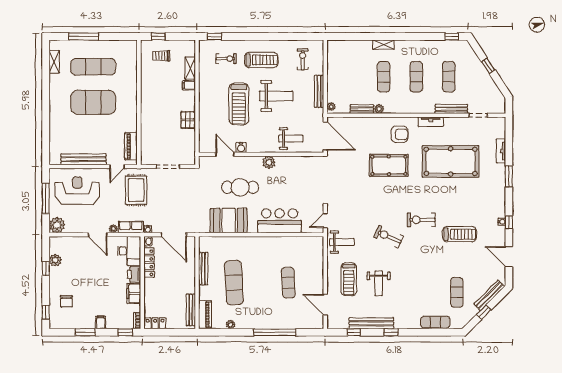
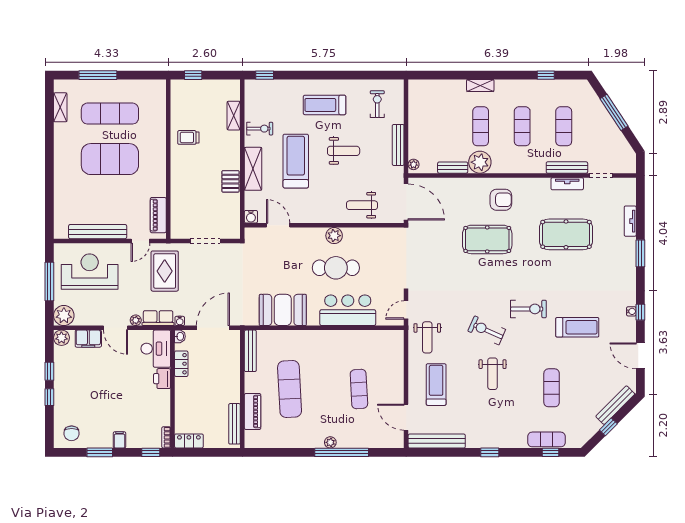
window: (452, 37) -> (546, 75), moved
trolley: (161, 56) -> (188, 137), moved
exercise bike: (226, 59) -> (260, 129), moved
treadmill: (261, 60) -> (325, 105), turned 180
window: (488, 66) -> (614, 112), width x2.17
filing cabinet: (189, 85) -> (232, 137), removed
weight bench: (276, 96) -> (344, 151), width x0.73, depth x0.75
treadmill: (239, 104) -> (296, 161), turned 180
plant: (379, 109) -> (480, 162), width x1.88, depth x1.88
shelving: (205, 110) -> (253, 169), added
tv unit: (431, 122) -> (567, 184), moved
weight bench: (291, 139) -> (362, 205), turned 180
water cooler: (241, 148) -> (251, 217), moved
pool table: (451, 161) -> (566, 234), width x0.73, depth x0.76
cafe table: (240, 187) -> (336, 268), moved
exercise bike: (421, 220) -> (528, 309), turned 180
door: (174, 235) -> (213, 328), swing flipped
weight bench: (342, 242) -> (427, 337), turned 90
plant: (55, 260) -> (61, 338), moved
locker: (149, 263) -> (181, 364), width x0.66
bench: (203, 269) -> (250, 351), moved
treadmill: (349, 279) -> (436, 385), turned 180
weight bench: (379, 283) -> (493, 374), moved
exercise mat: (457, 292) -> (552, 388), moved
filing cabinet: (134, 293) -> (88, 339), moved, turned -90
chair: (66, 301) -> (72, 433), moved
window: (46, 312) -> (49, 397), moved
piano: (205, 315) -> (253, 411), moved
bench: (371, 323) -> (437, 441), moved
plant: (231, 324) -> (330, 442), moved
window: (354, 332) -> (551, 452), moved

